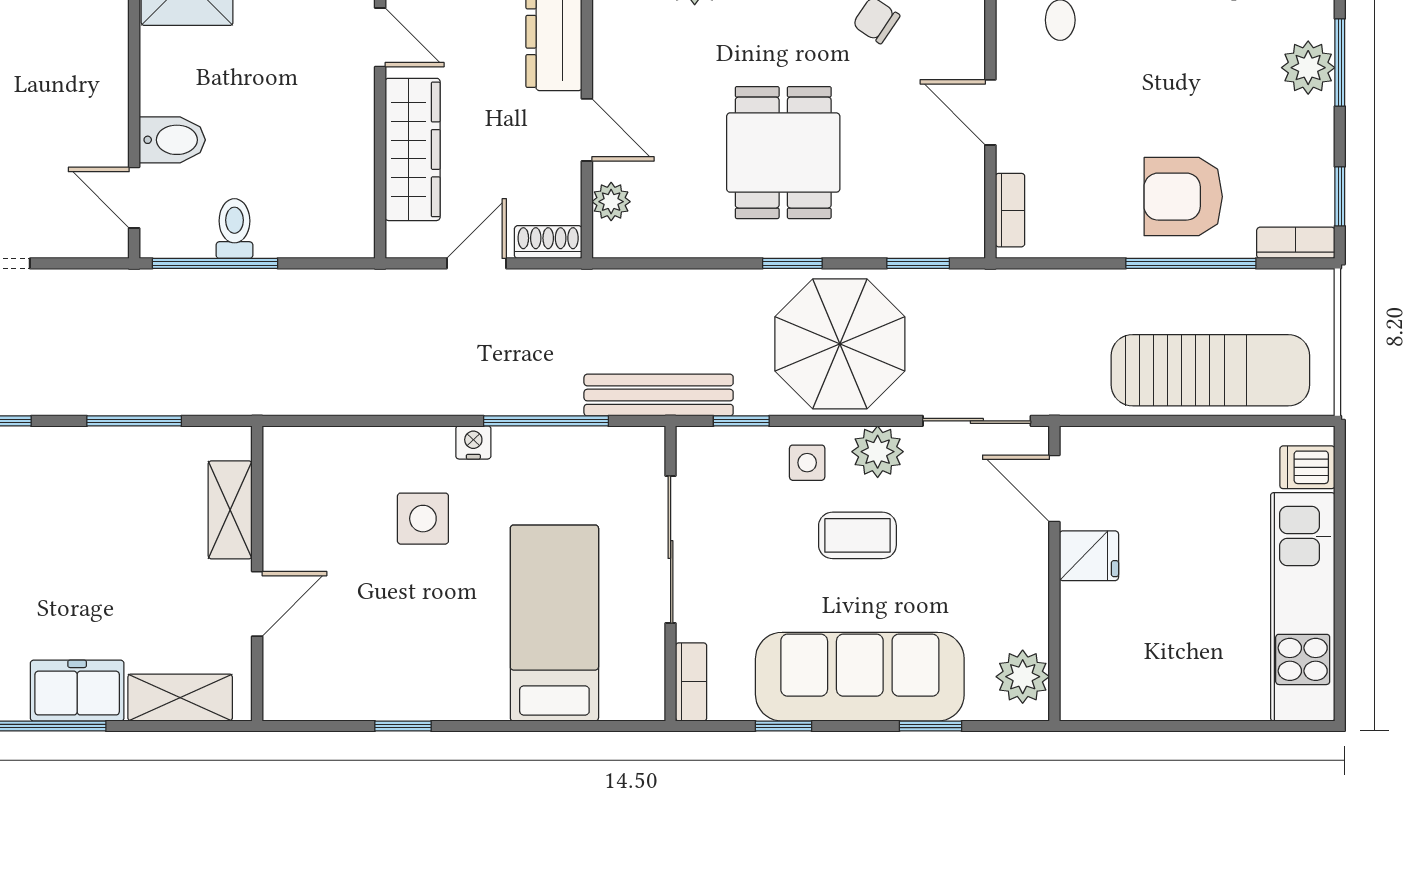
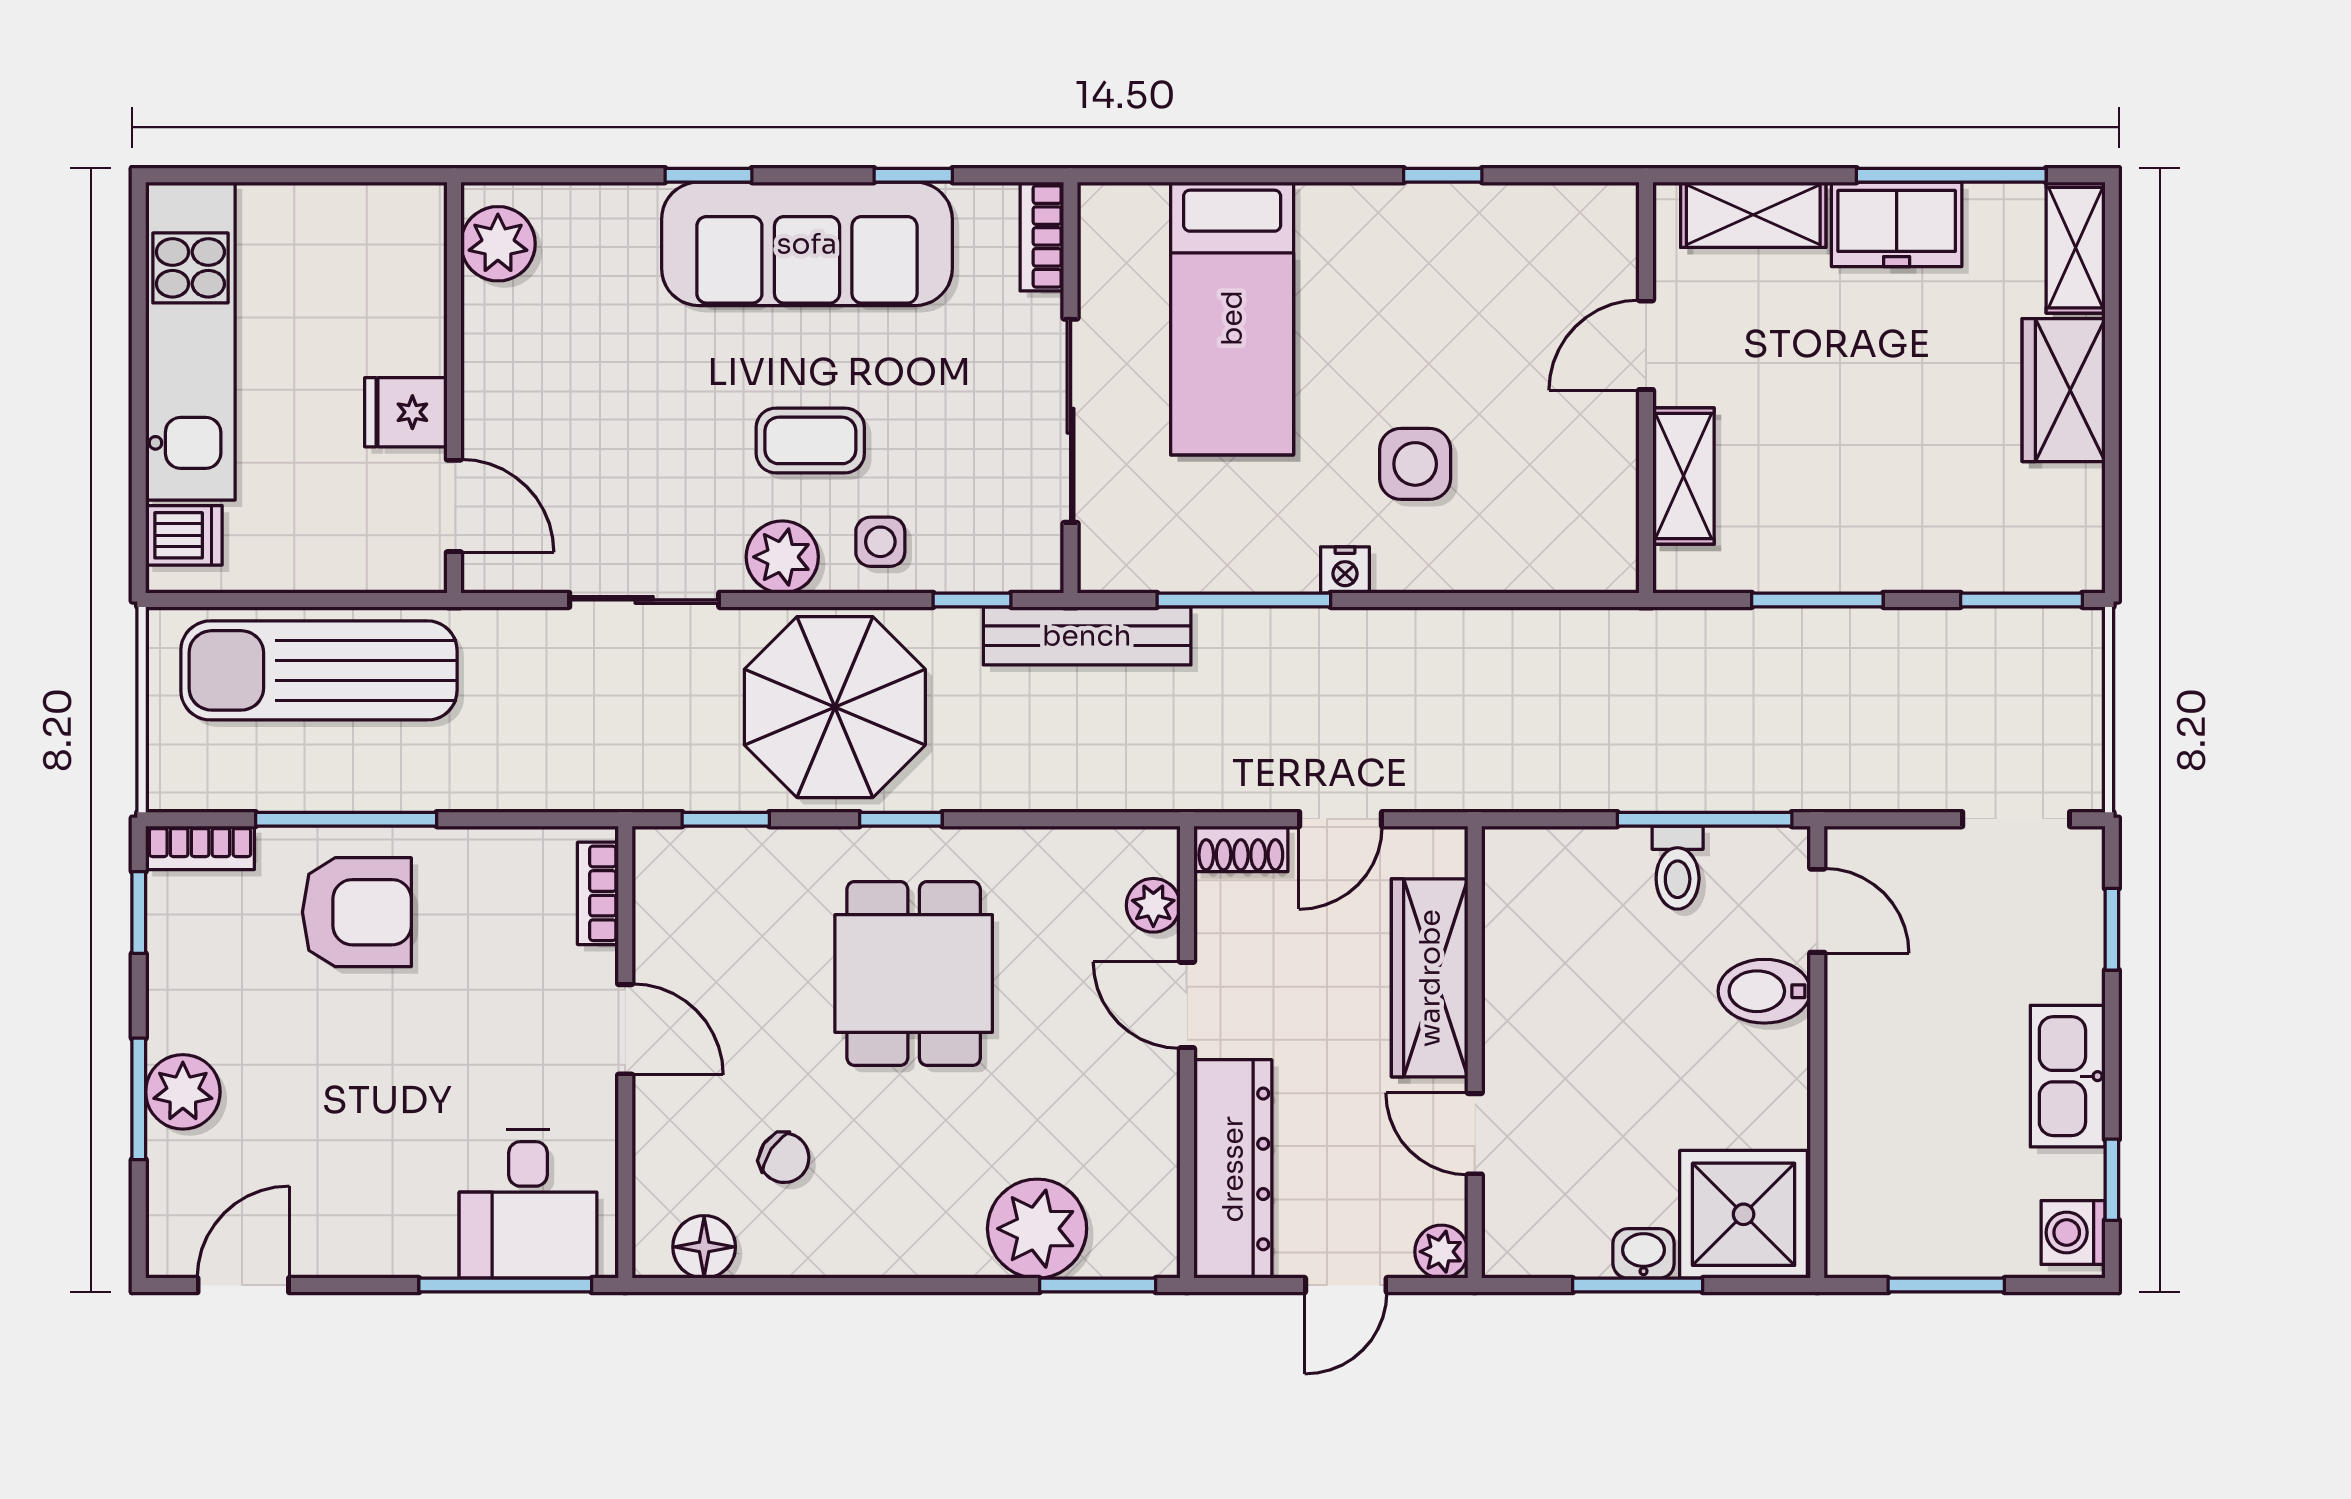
door: (1054, 488) -> (454, 506), moved
fridge: (1089, 556) -> (406, 412), moved
wall: (1054, 573) -> (454, 388), moved
plant: (1023, 677) -> (498, 244), moved

